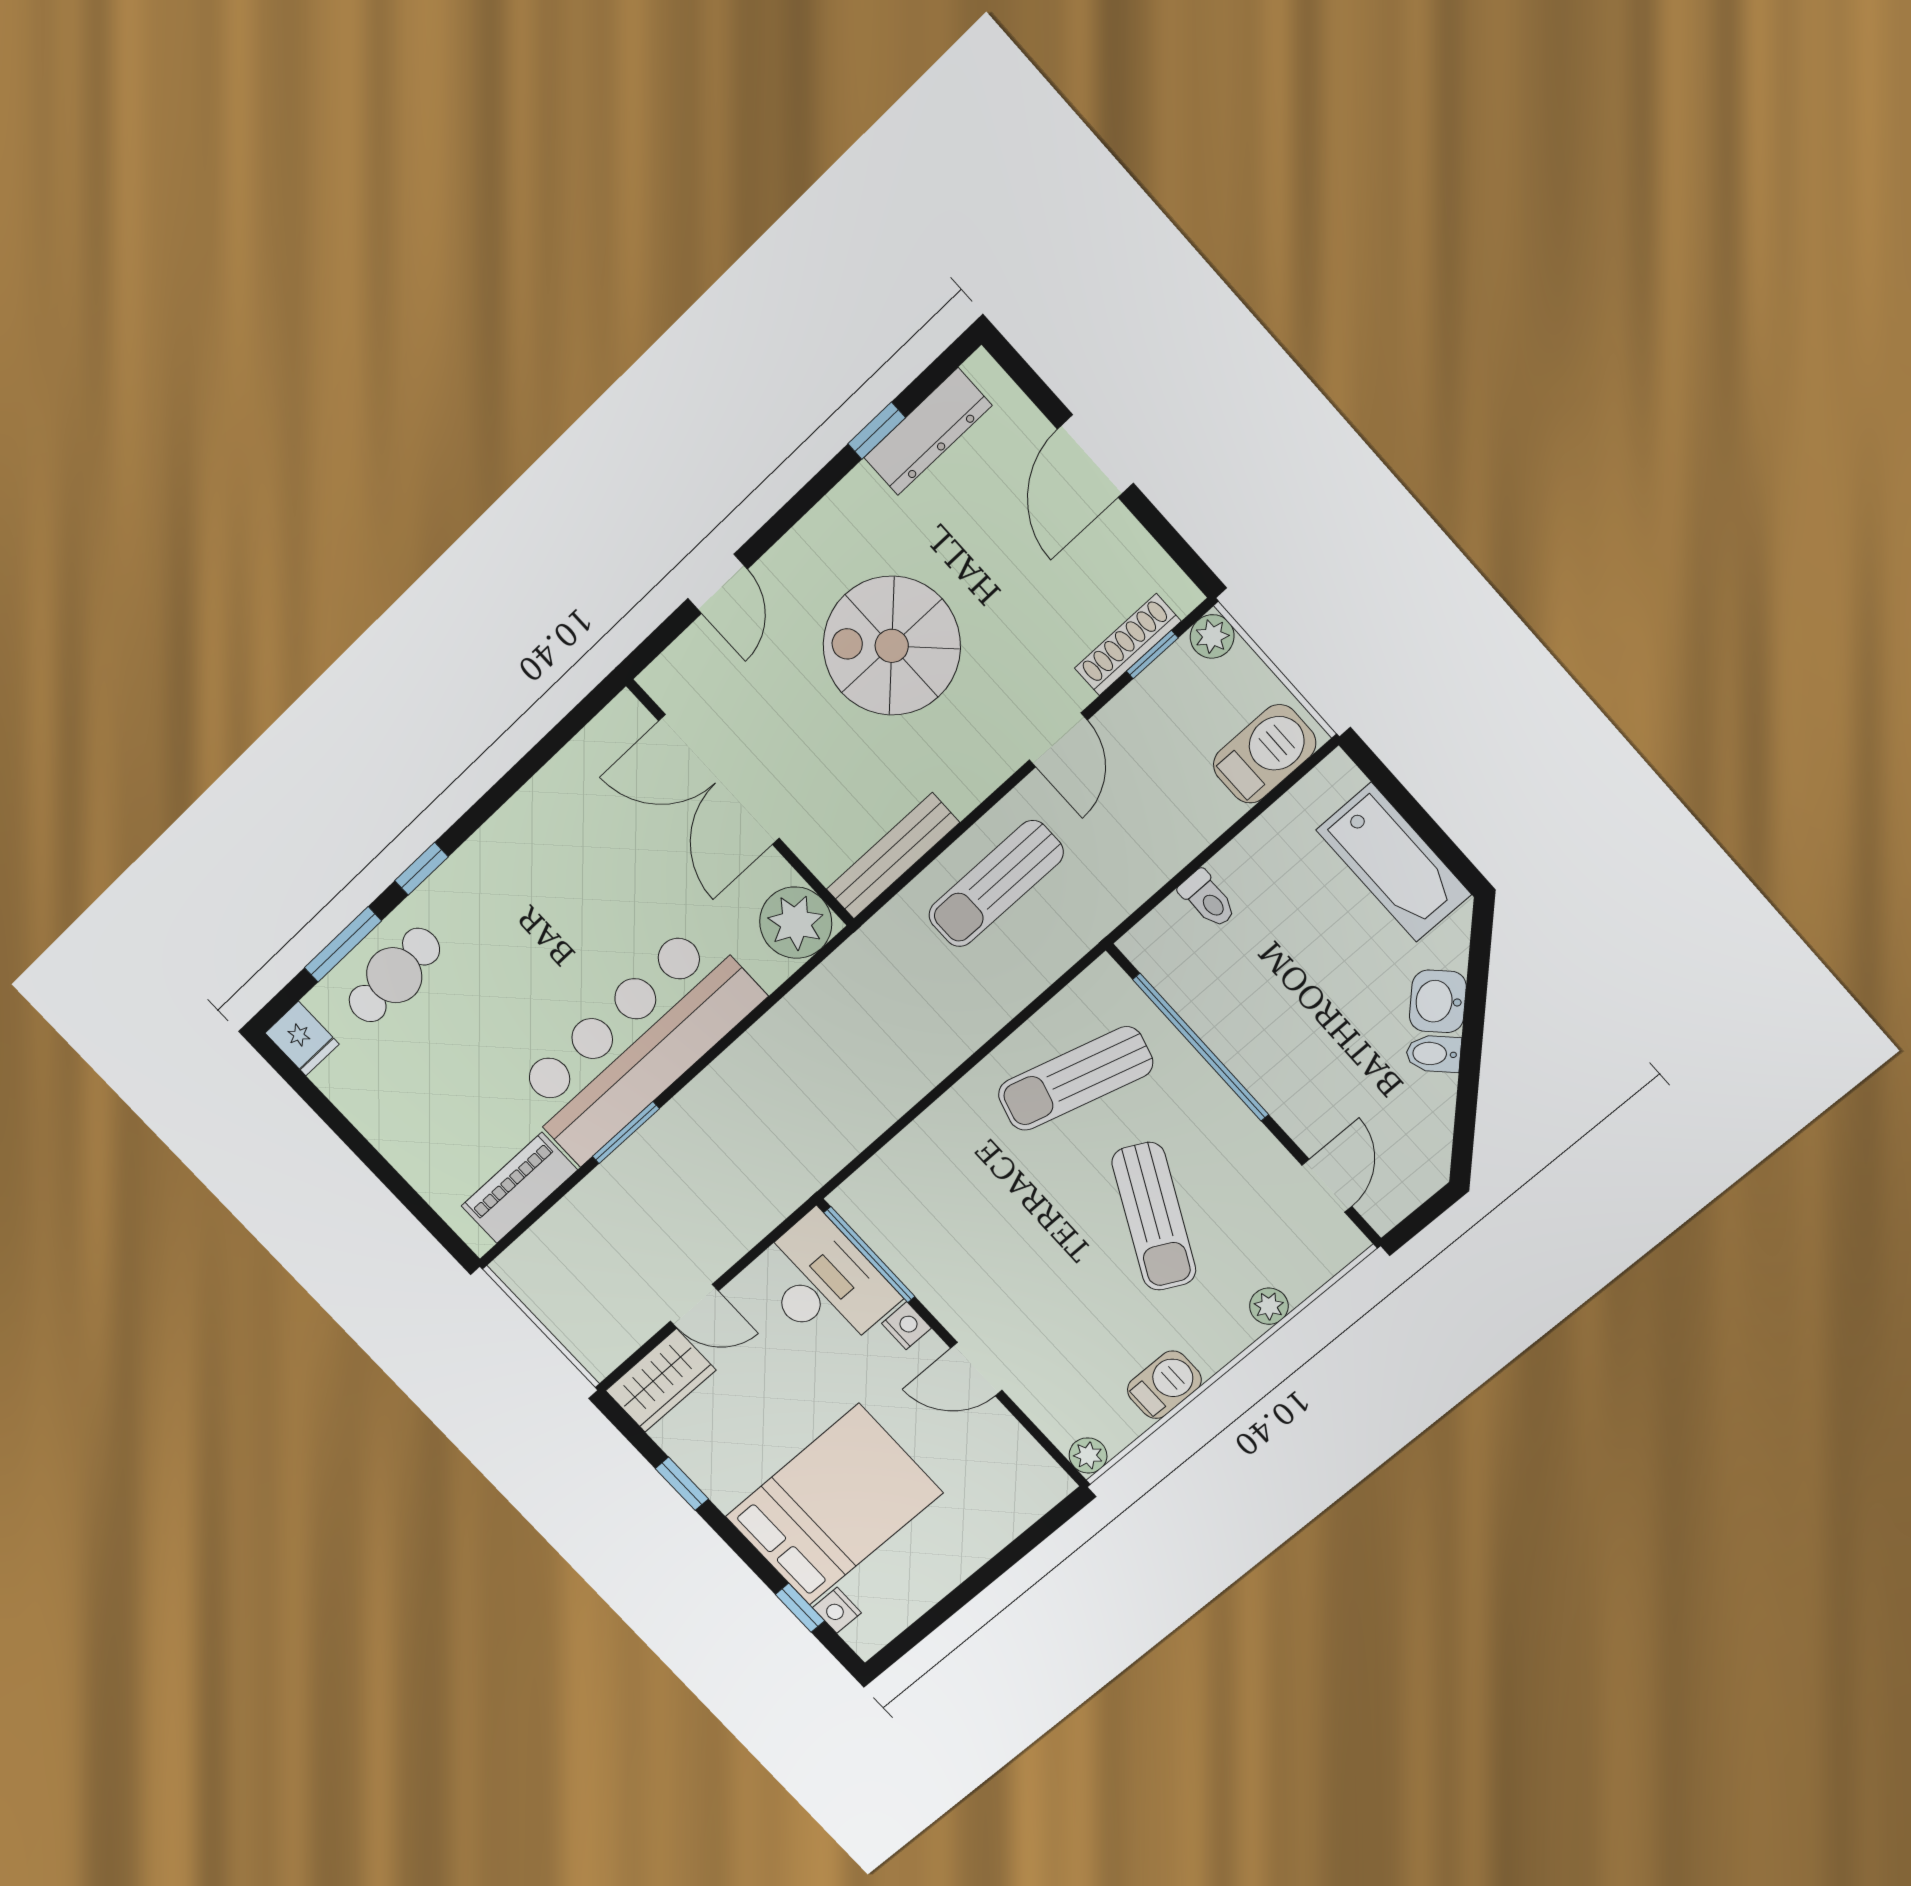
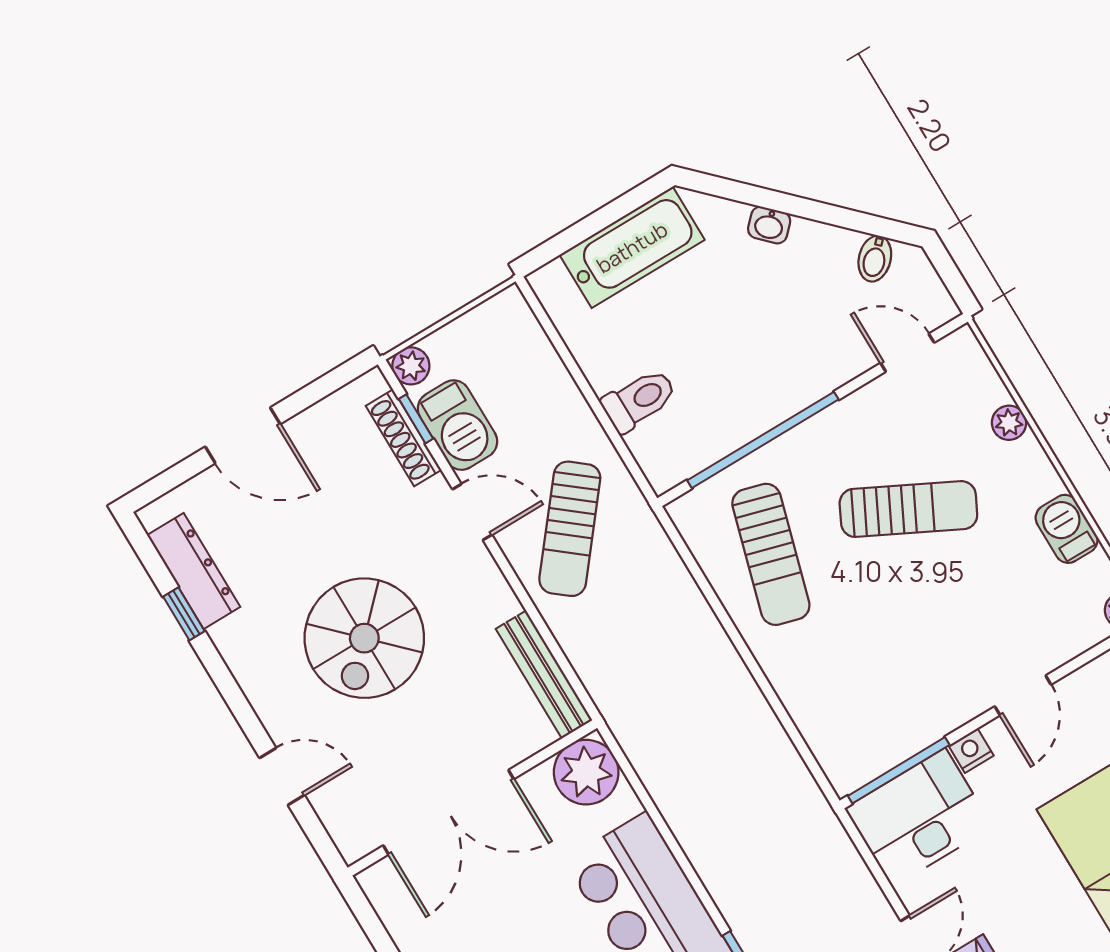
barbecue: (1265, 754) -> (458, 425), moved, turned 180
sun lounger: (996, 884) -> (570, 529), moved, turned 39
toilet: (1208, 899) -> (639, 400), width x1.37, depth x1.39
washbasin: (1438, 1001) -> (769, 225), width x0.72, depth x0.69
bidet: (1433, 1054) -> (875, 259), moved

